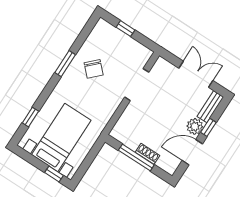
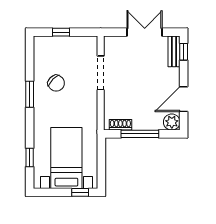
plant: (195, 126) -> (172, 122), moved
window: (208, 127) -> (184, 52), moved
shoe rack: (147, 154) -> (120, 125), moved

